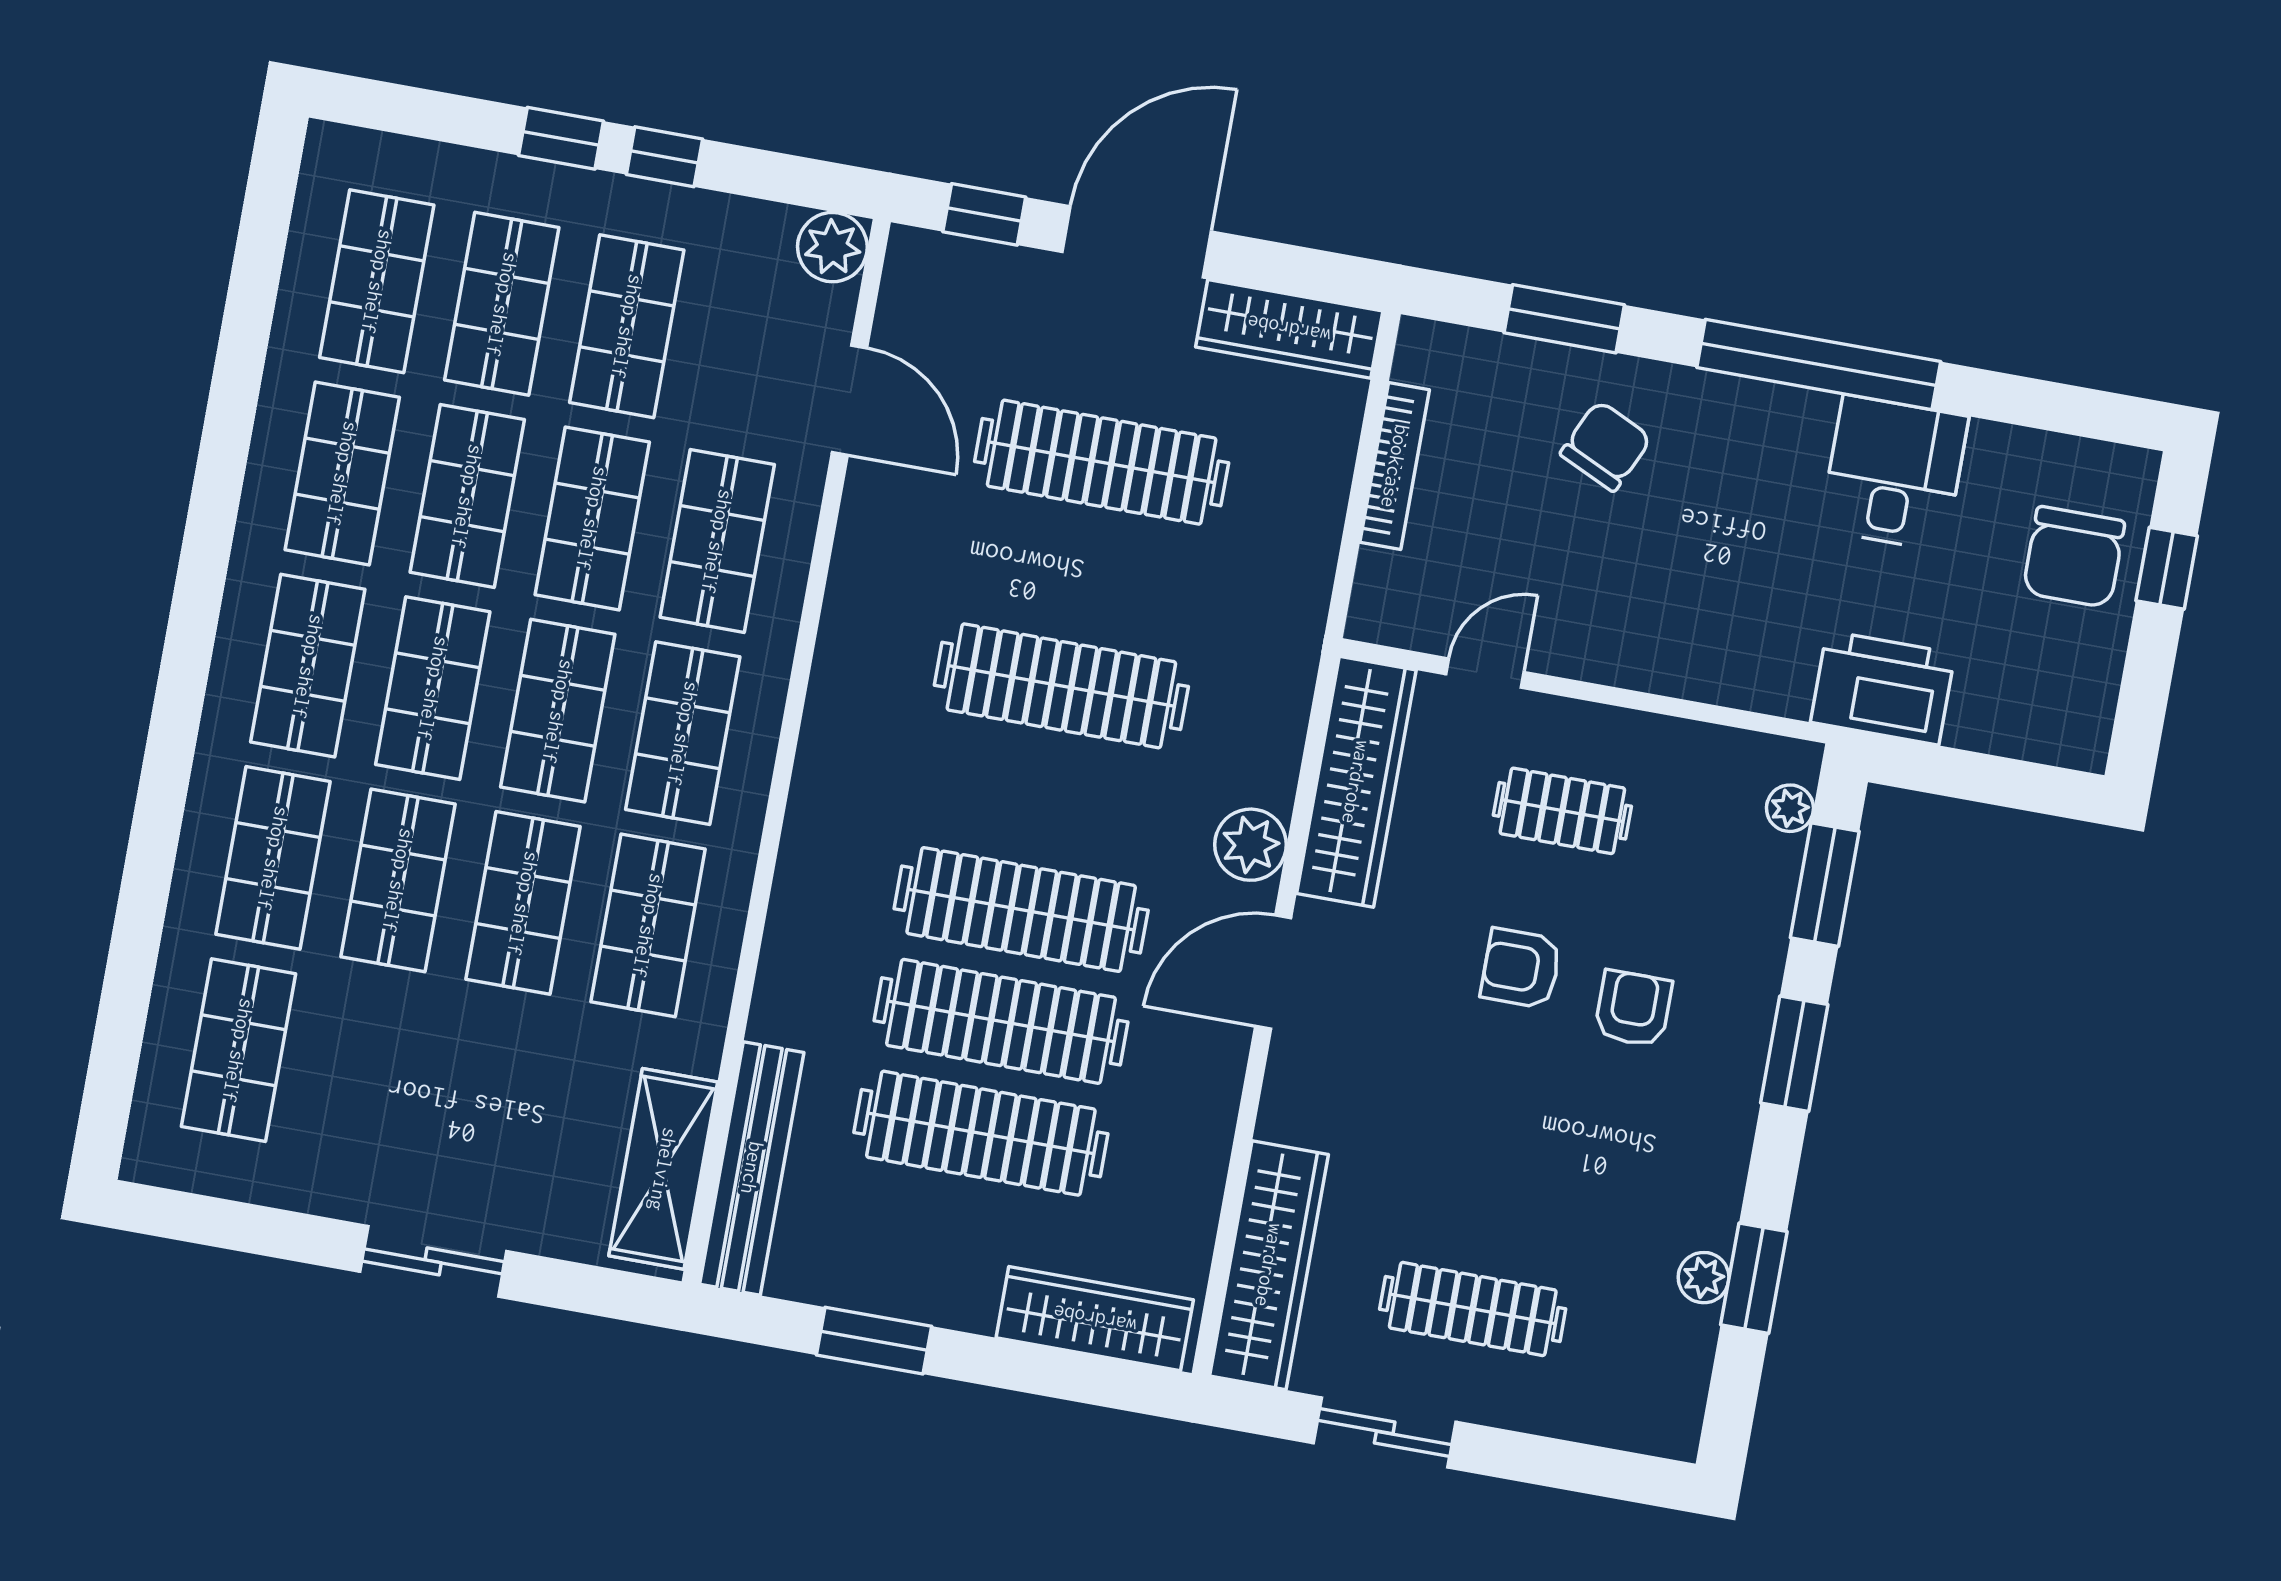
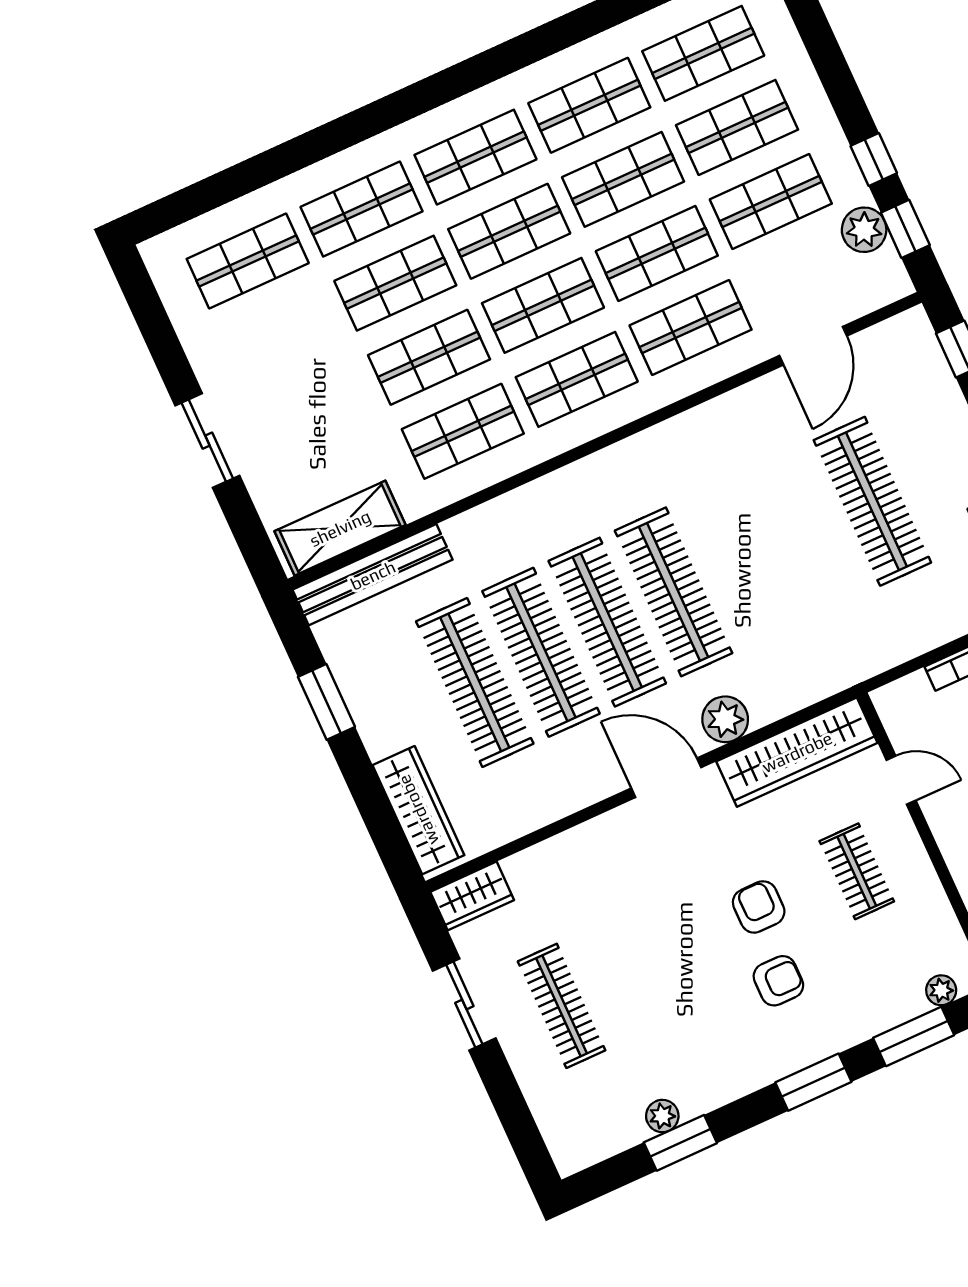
window: (561, 138) -> (905, 229), moved
plant: (832, 247) -> (864, 230), moved
clothes rail: (1061, 686) -> (674, 592), moved
wardrobe: (1269, 1265) -> (472, 896), width x0.48, depth x0.85

